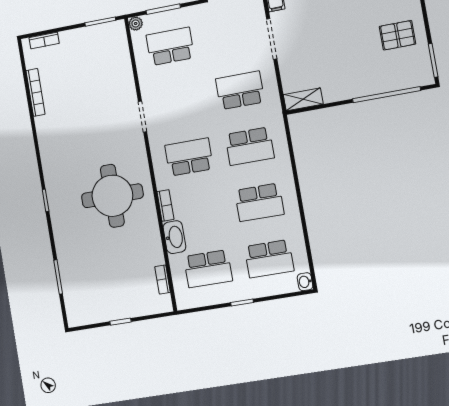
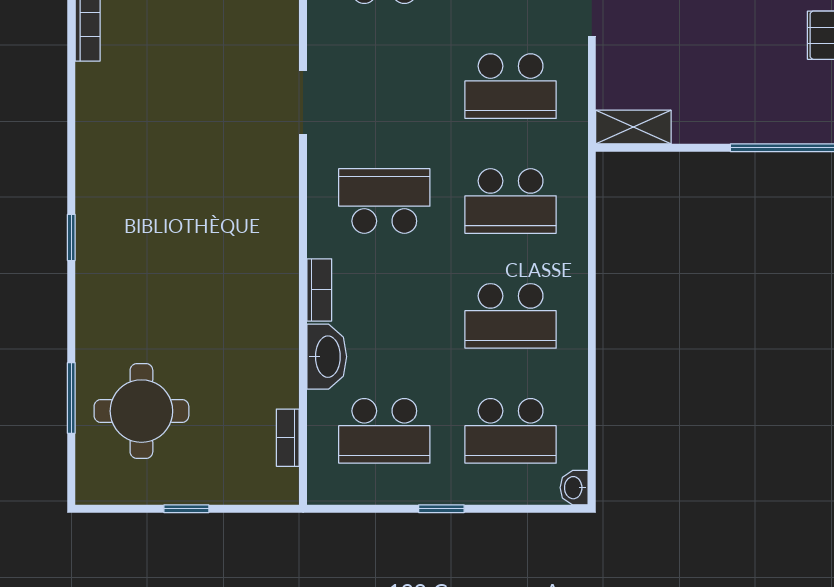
school desk: (240, 90) -> (511, 86), turned 180
round table: (112, 196) -> (141, 411), moved, width x0.73, depth x0.73

